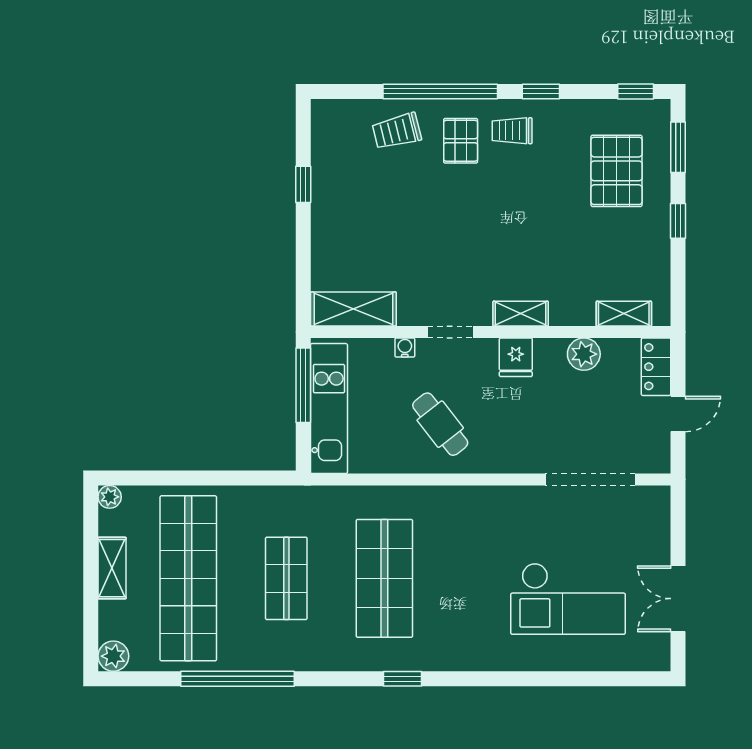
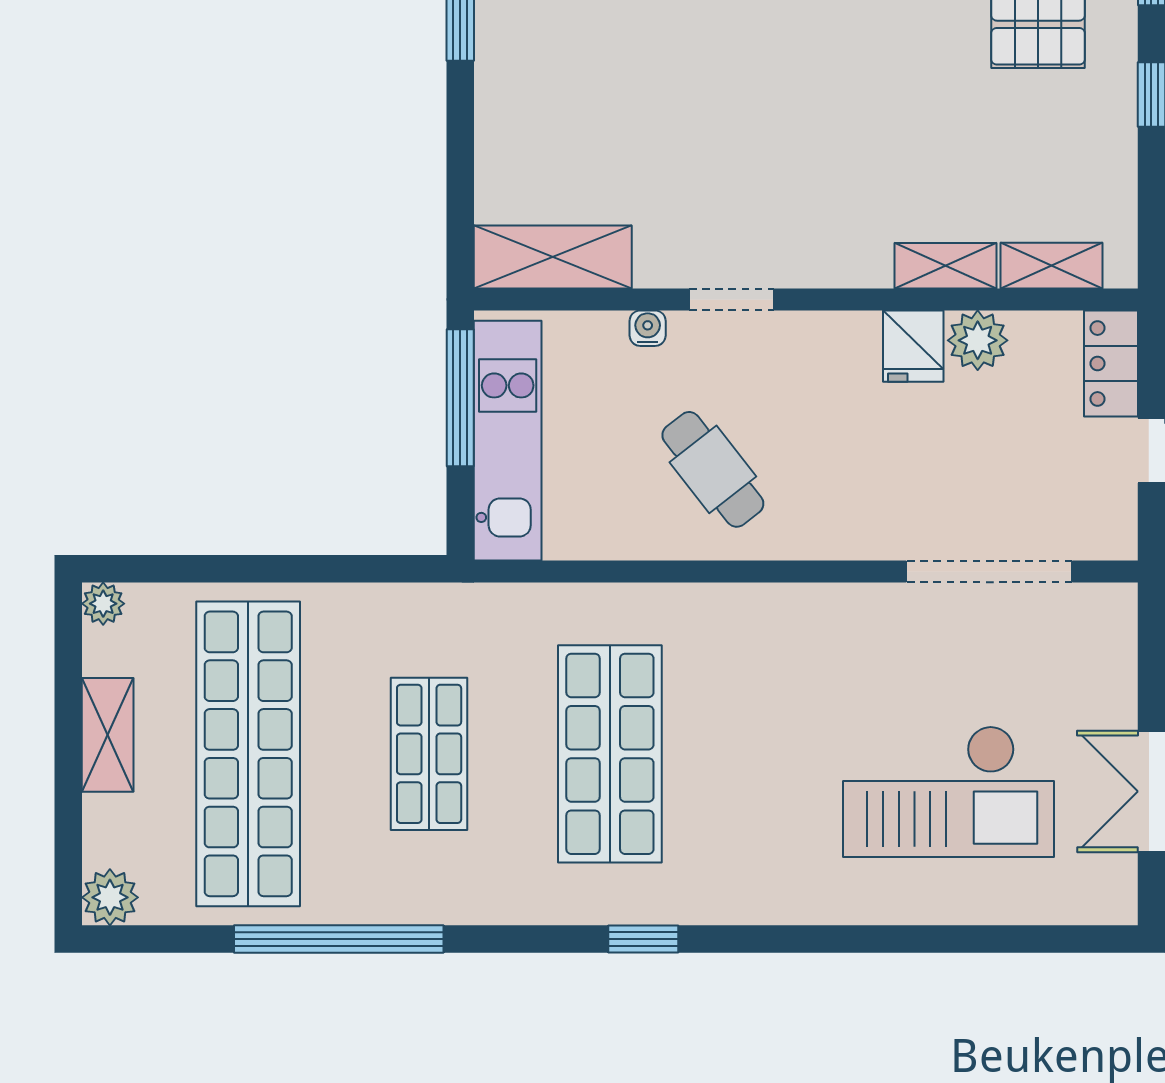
shelving: (521, 314) -> (945, 266), moved
fridge: (516, 357) -> (913, 346), moved

